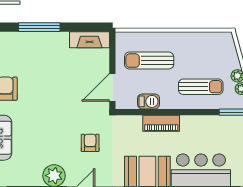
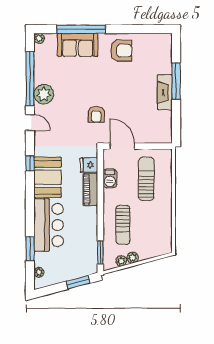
fireplace: (89, 40) -> (165, 92), moved
fridge: (134, 125) -> (89, 165), added
armchair: (90, 143) -> (96, 114), moved, turned 90

